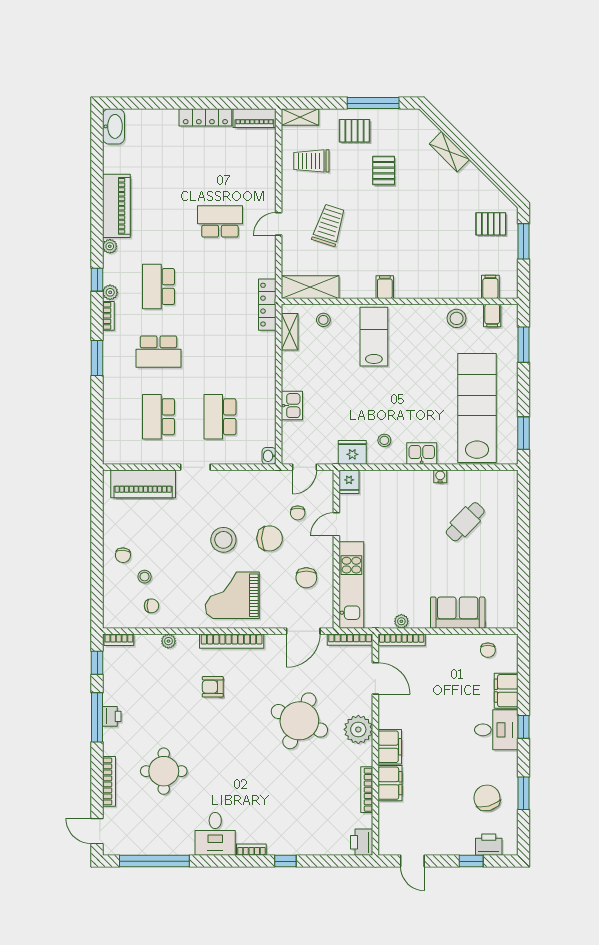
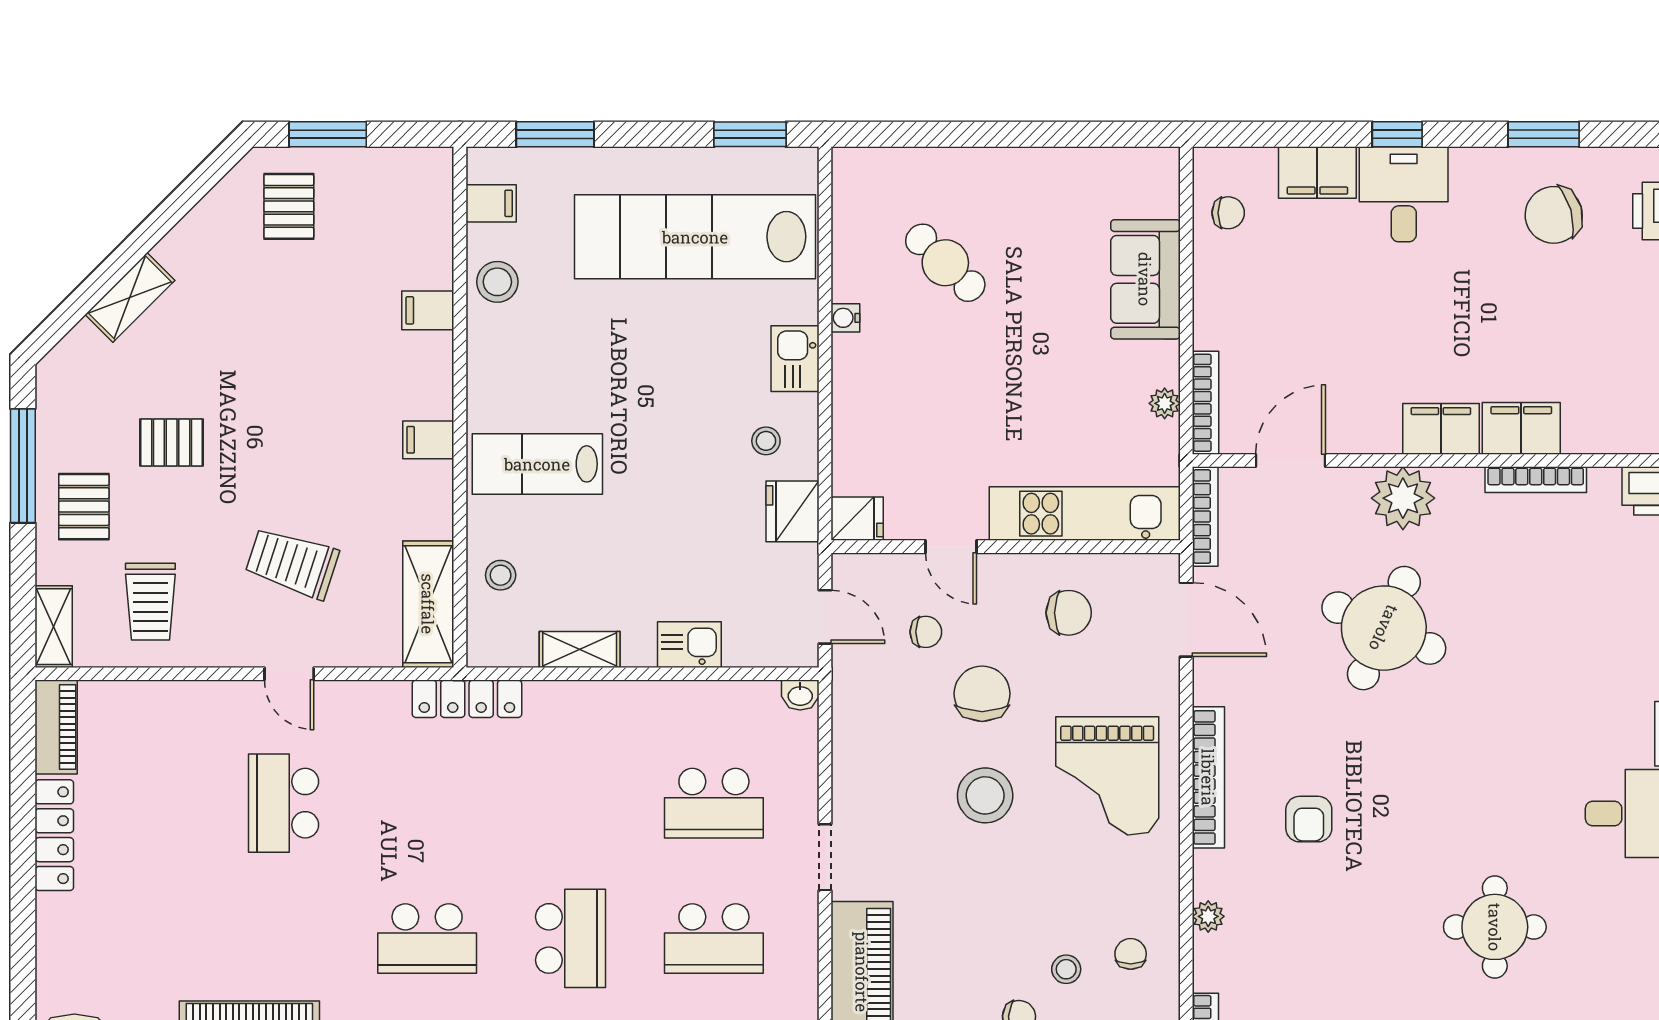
filing cabinet: (490, 287) -> (428, 310), moved
shelving: (290, 332) -> (580, 650), moved

